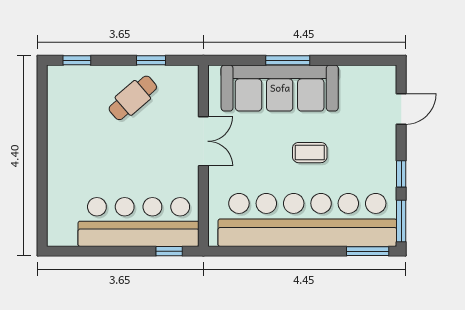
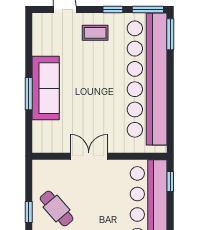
window: (151, 60) -> (29, 212), moved
sofa: (280, 88) -> (46, 88), width x0.74, depth x0.79
coffee table: (310, 153) -> (95, 33), moved, turned 90

